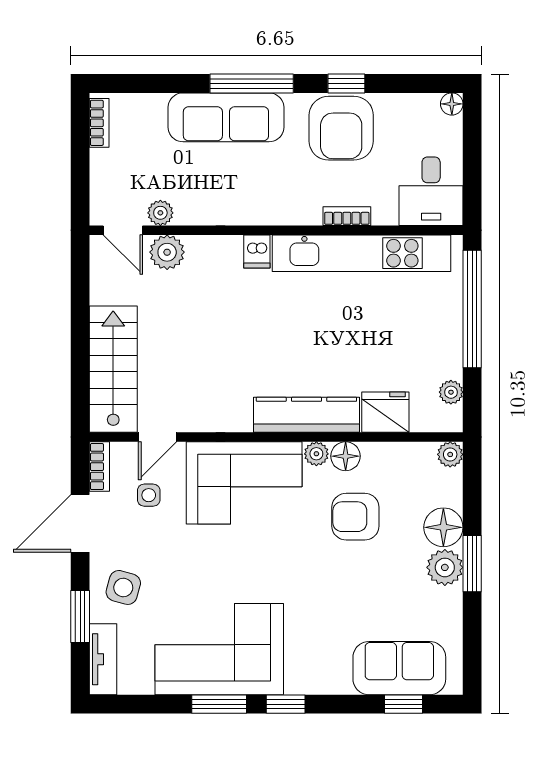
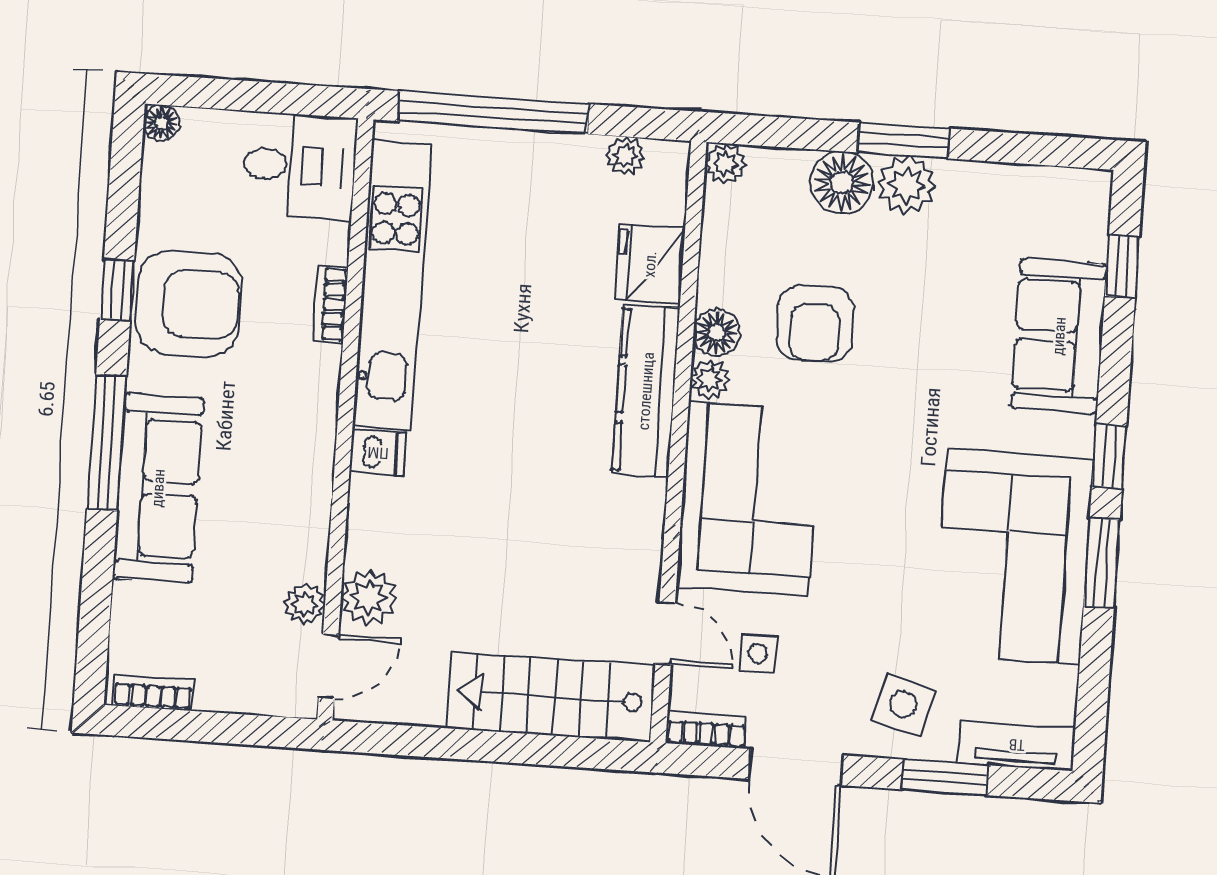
sofa: (399, 668) -> (1059, 336), moved

